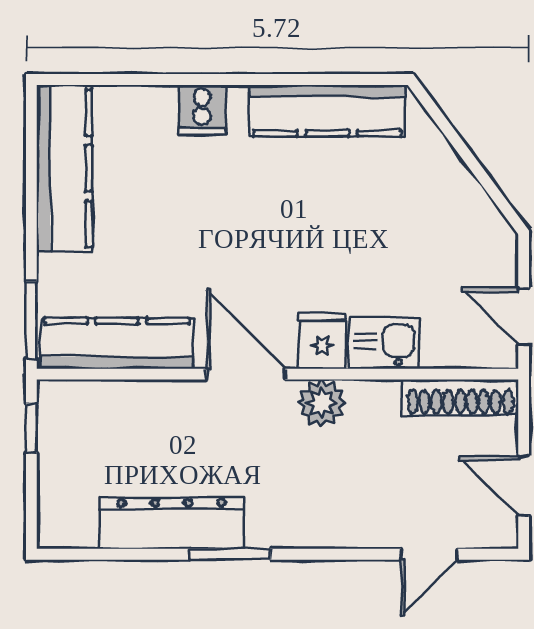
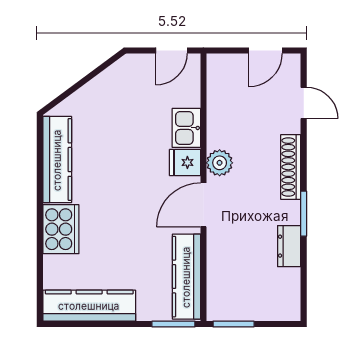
cooker: (202, 110) -> (61, 229), width x1.87, depth x1.31
shoe rack: (460, 397) -> (291, 167), moved, turned 180
window: (31, 428) -> (234, 324), width x1.50
dresser: (172, 523) -> (289, 246), width x0.51, depth x0.80

